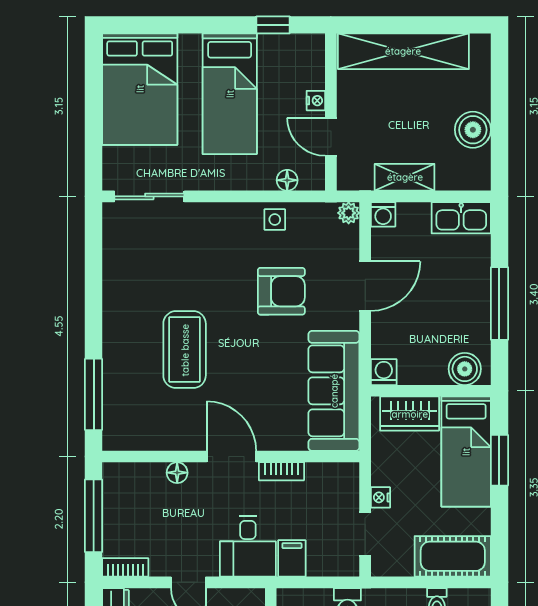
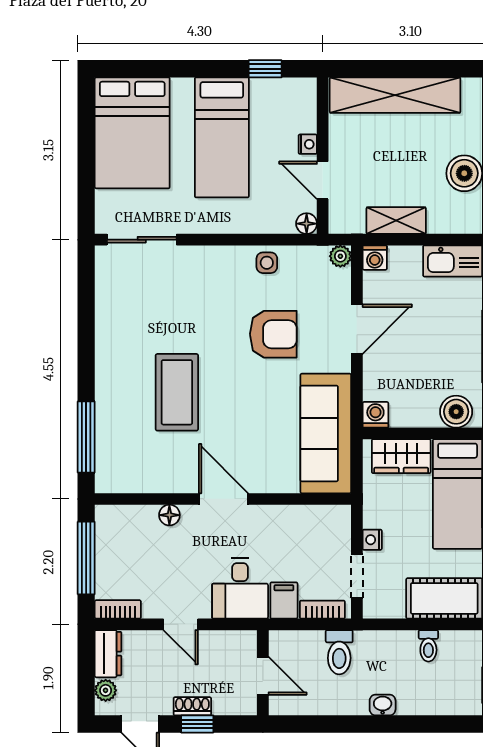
floor lamp: (287, 180) -> (307, 224), moved
bookcase: (281, 471) -> (322, 610), moved, turned 180

